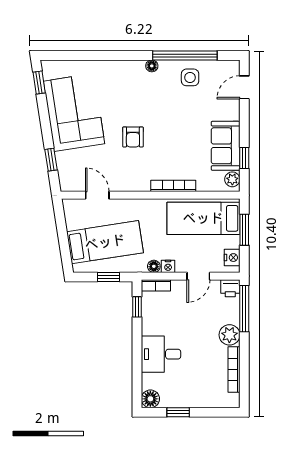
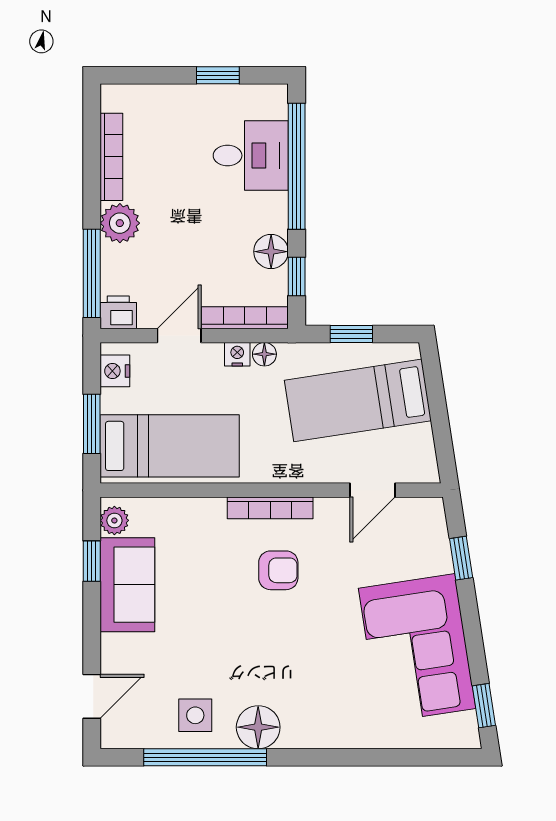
floor lamp: (152, 66) -> (258, 727), width x1.89, depth x1.89
armchair: (133, 137) -> (278, 570), moved, turned 90
bookcase: (173, 186) -> (270, 508), moved
door: (97, 195) -> (373, 490), hinge flipped
bookcase: (156, 285) -> (245, 318), width x1.56
desk: (161, 354) -> (251, 155), moved
window: (137, 365) -> (297, 166), added
floor lamp: (150, 399) -> (271, 252), moved

